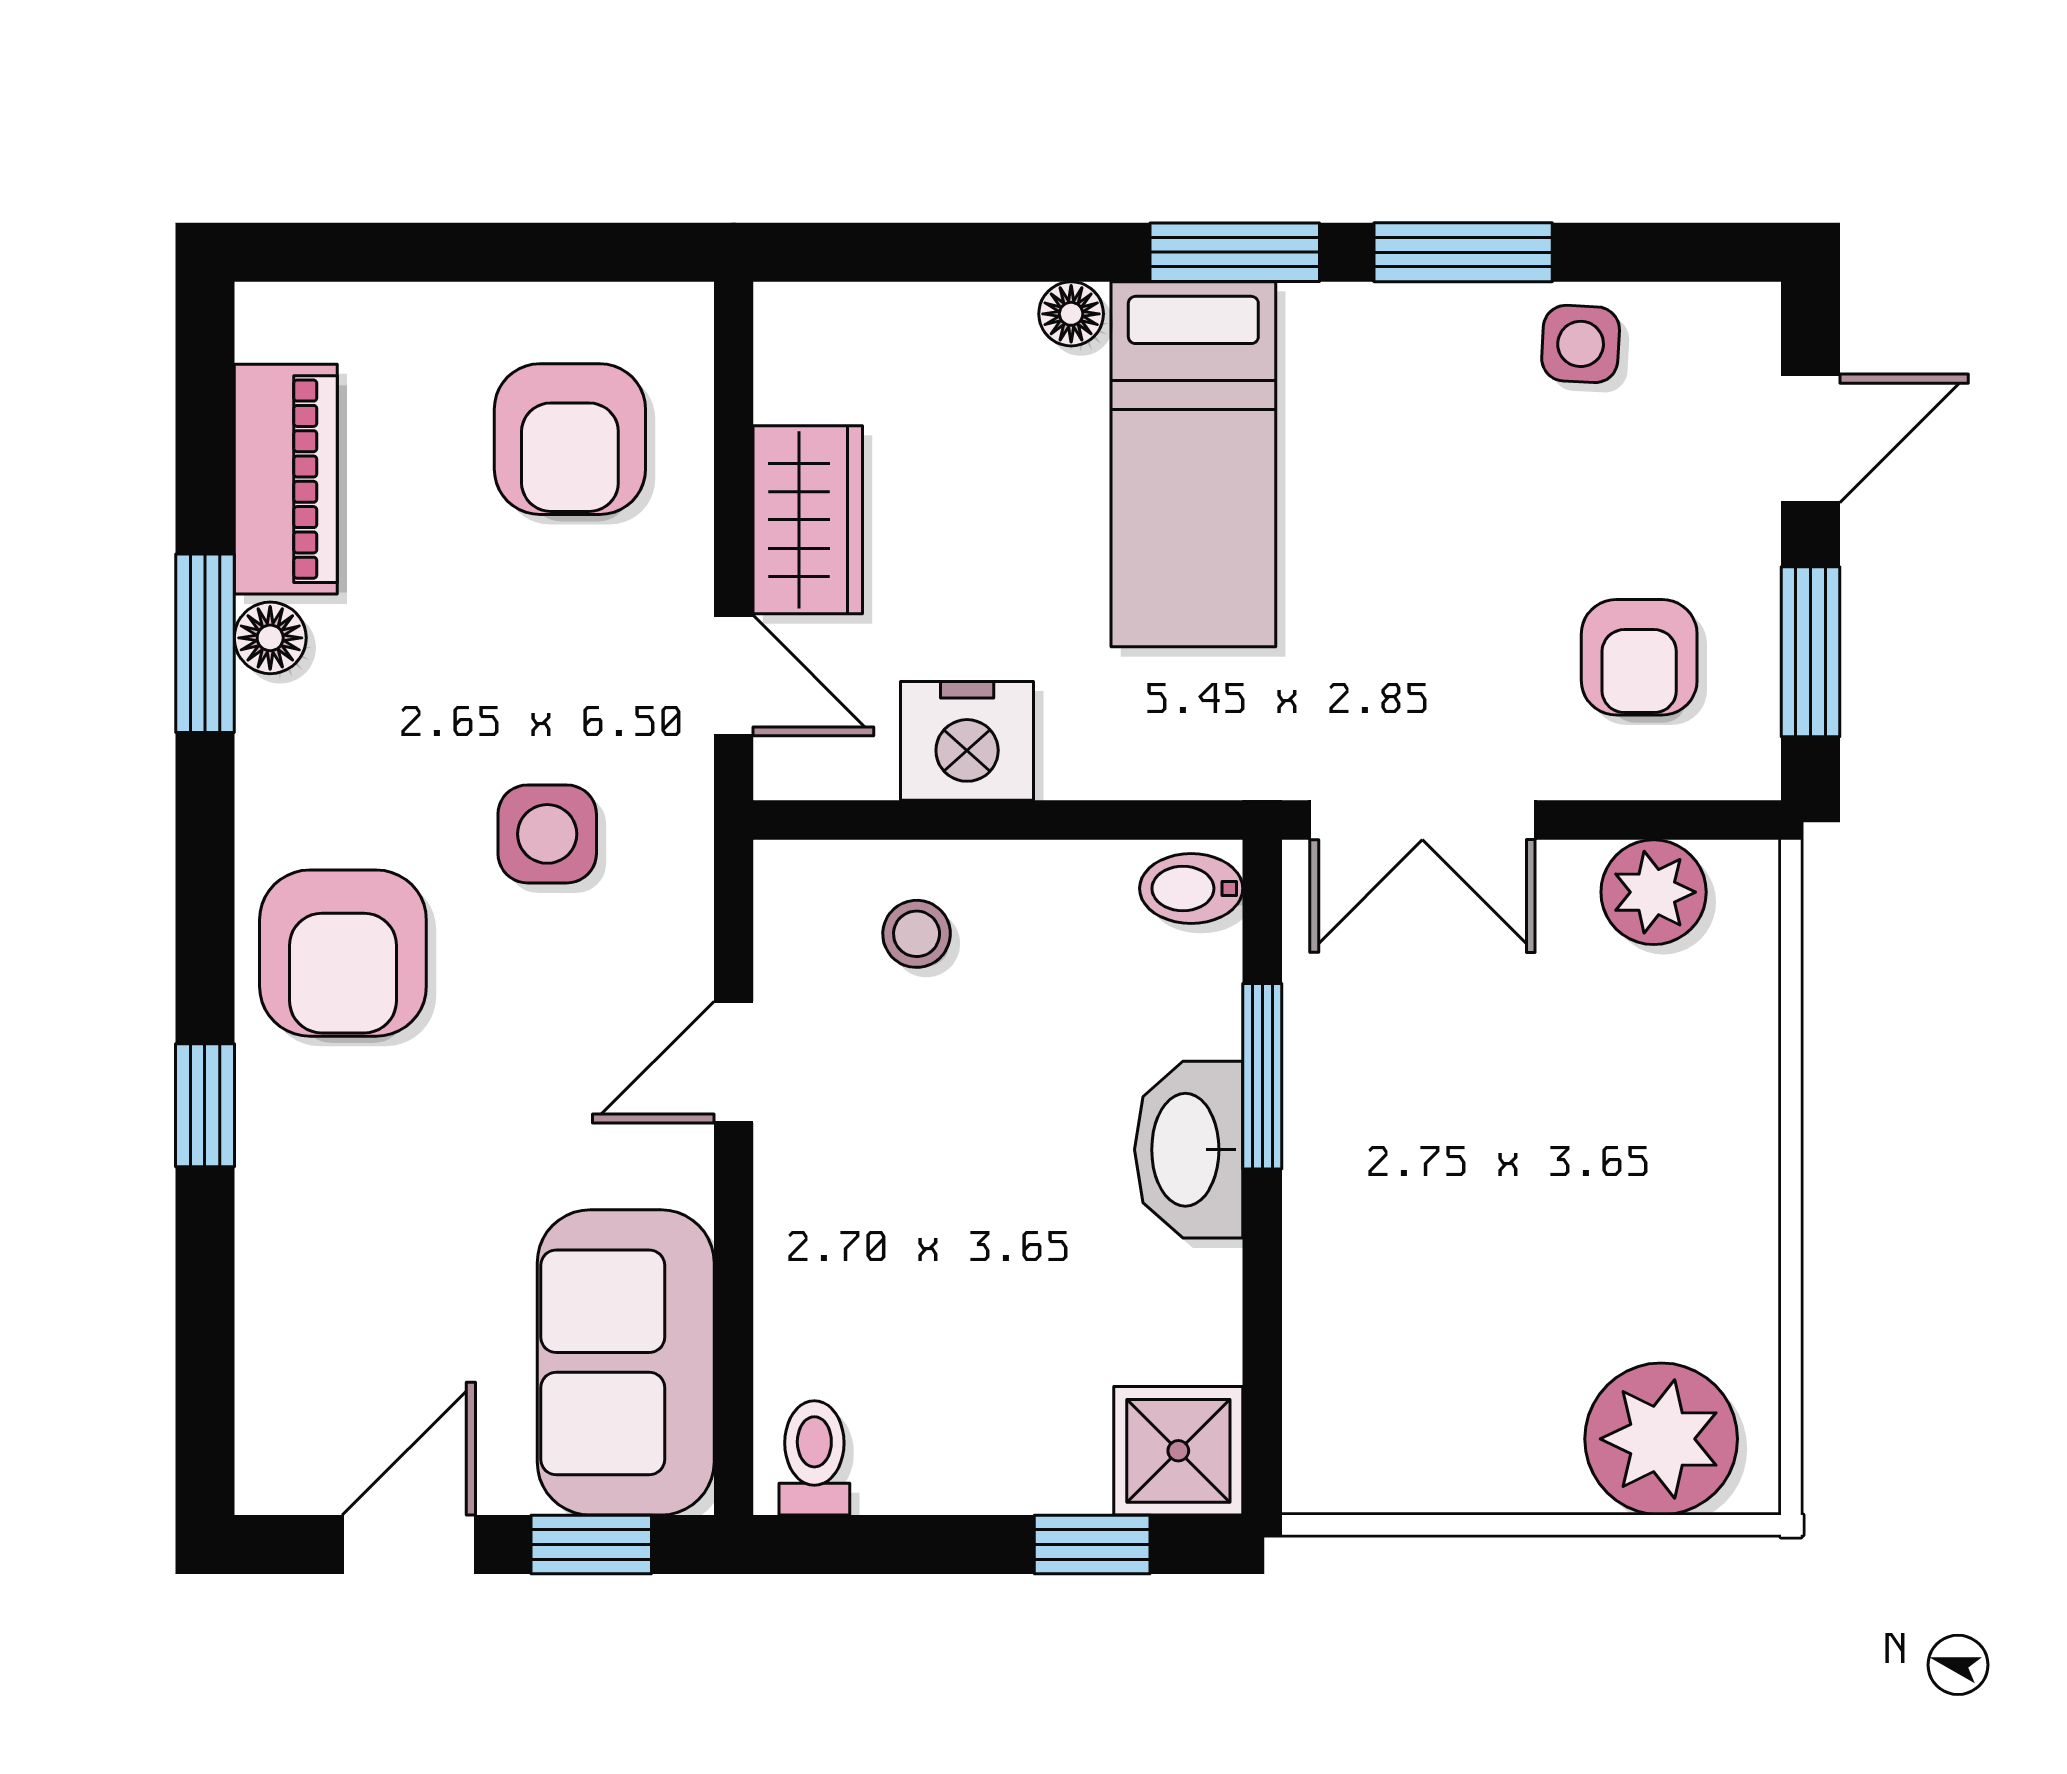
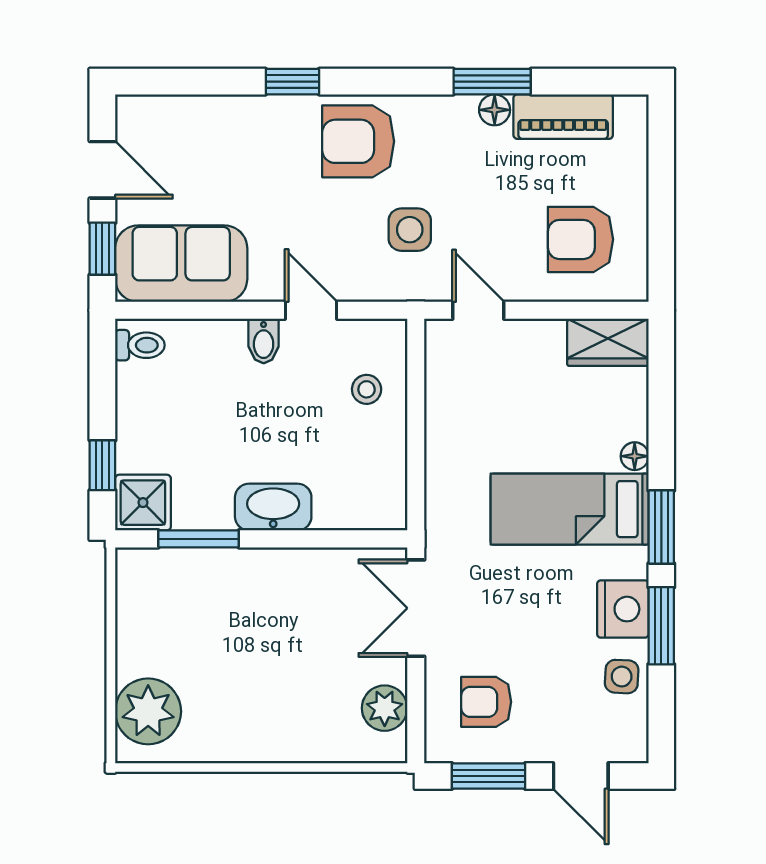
wardrobe: (808, 520) -> (608, 342), moved
door: (734, 676) -> (478, 310), swing flipped
nightstand: (967, 741) -> (623, 609), moved, turned 180
bidet: (1191, 888) -> (264, 341), moved, turned 180
window: (1262, 1076) -> (199, 539), moved

